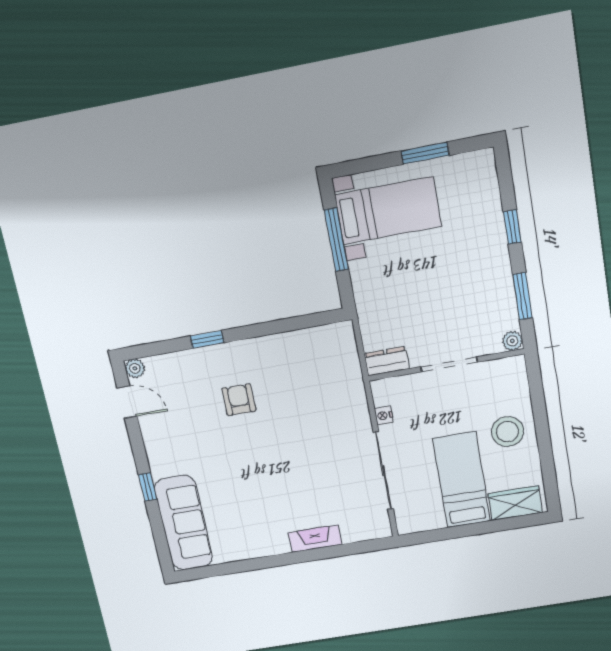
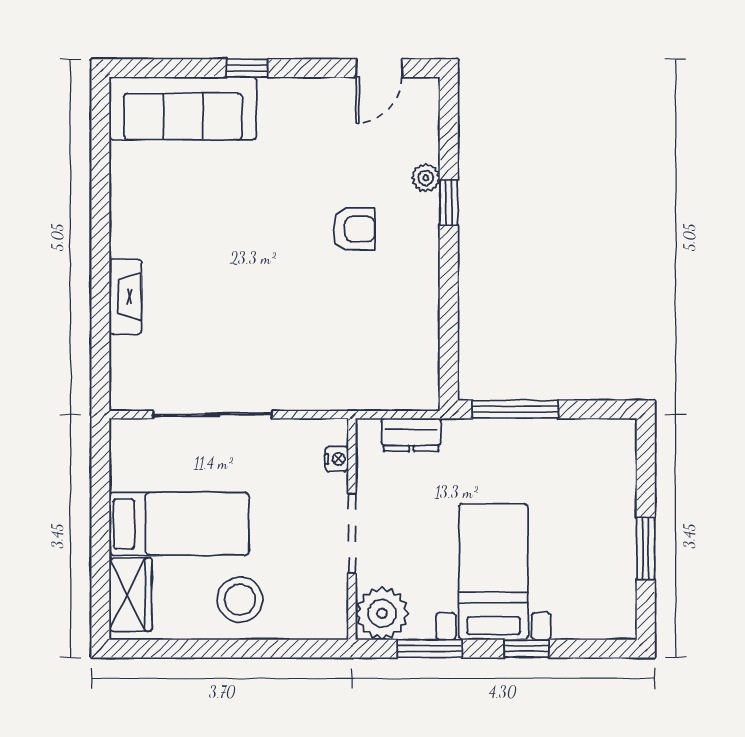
bed with nightstands: (388, 211) -> (494, 572), moved, turned 180
window: (336, 240) -> (515, 409), moved
plant: (512, 341) -> (382, 613), width x1.88, depth x1.88
dresser: (387, 361) -> (411, 435), moved, turned 90
plant: (135, 368) -> (426, 178), moved
nightstand: (384, 415) -> (337, 459), moved, turned 90

